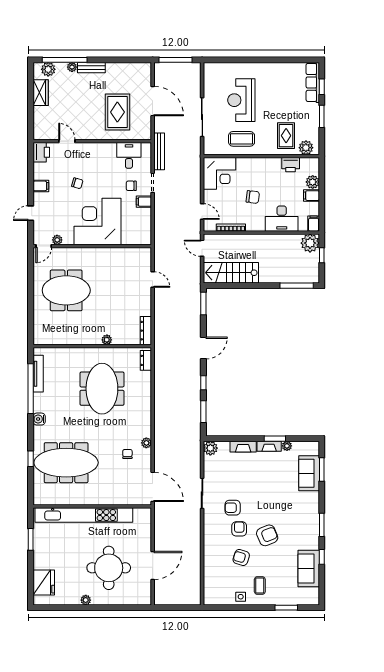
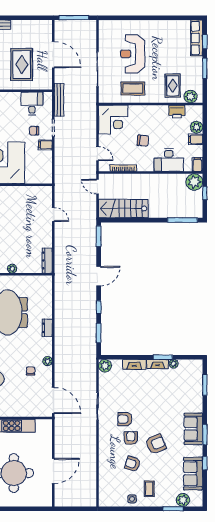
dresser: (146, 360) -> (47, 328), moved
sofa: (309, 473) -> (193, 429), moved
plant: (297, 598) -> (183, 500), added

